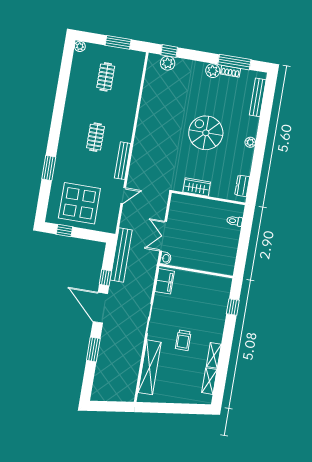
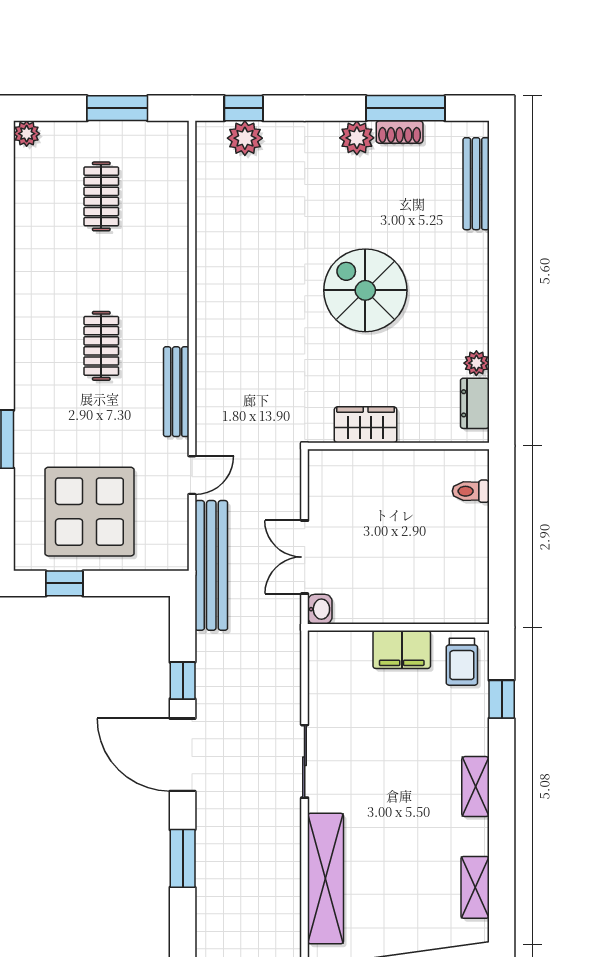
plant: (250, 142) -> (476, 363), moved
bench: (121, 255) -> (211, 565), moved
filing cabinet: (165, 281) -> (402, 649), moved, turned 90
trolley: (183, 340) -> (462, 662), moved
shelving: (214, 355) -> (475, 787), moved

